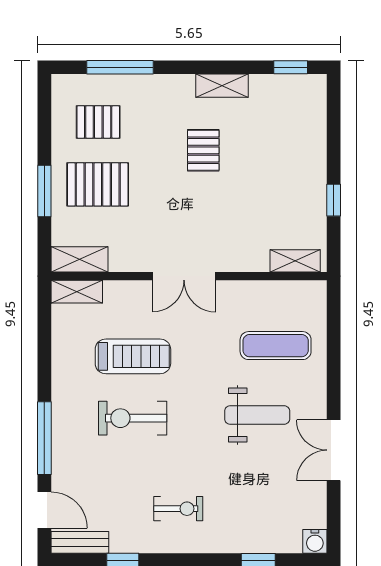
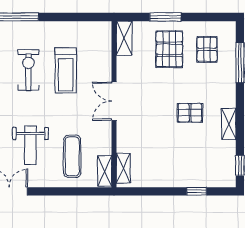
window: (334, 200) -> (197, 191), moved
shelving: (77, 292) -> (105, 171), moved

